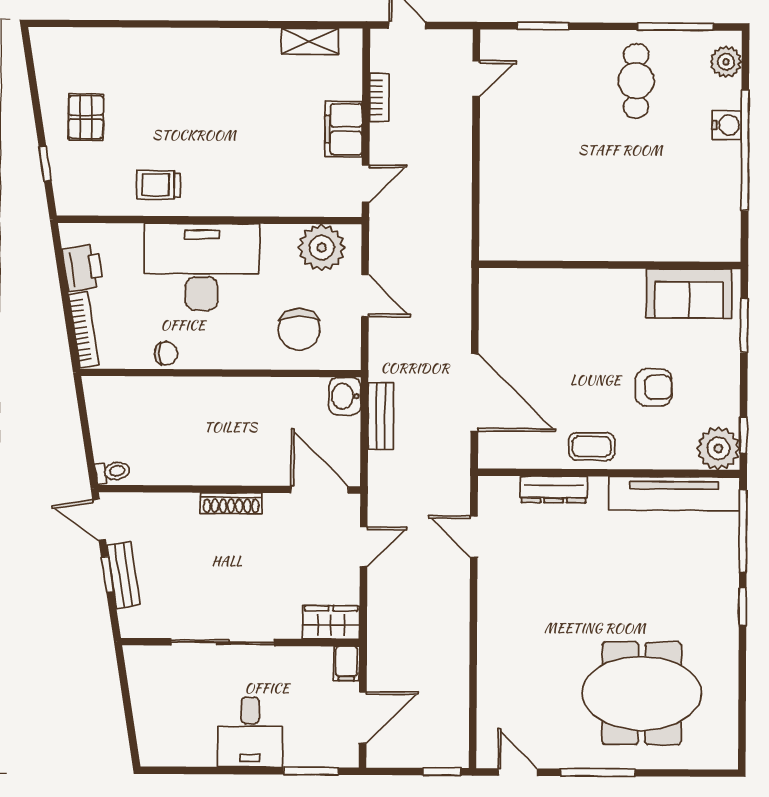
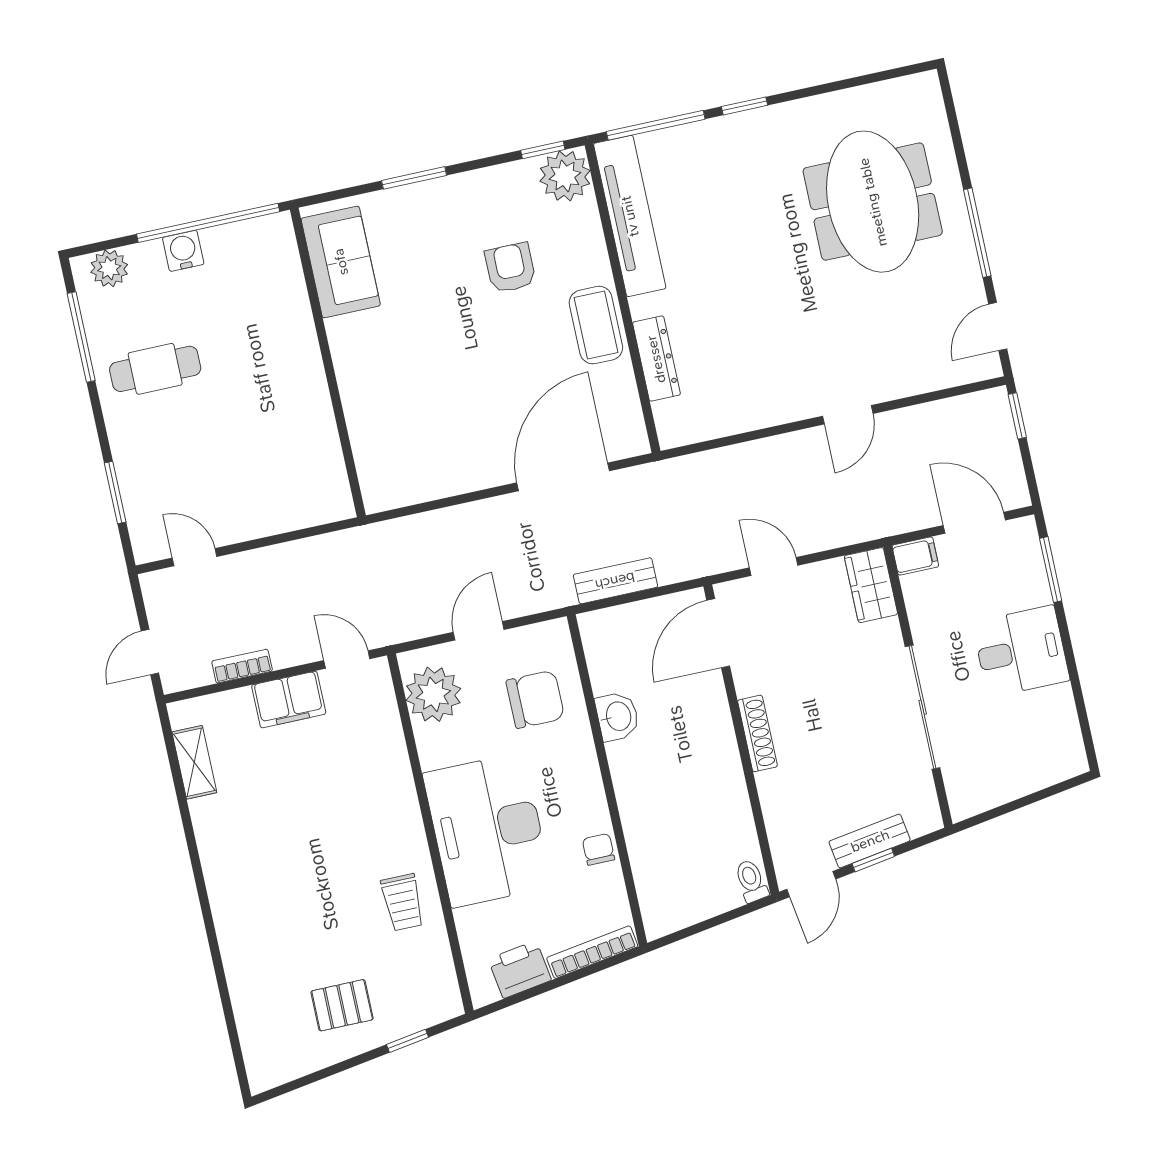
wall: (610, 265) -> (328, 362), moved
sofa: (689, 294) -> (341, 262), moved
washbasin: (345, 396) -> (617, 716), moved, turned -90
coffee table: (592, 446) -> (596, 325), width x1.36, depth x1.30
door: (474, 537) -> (848, 415), moved

